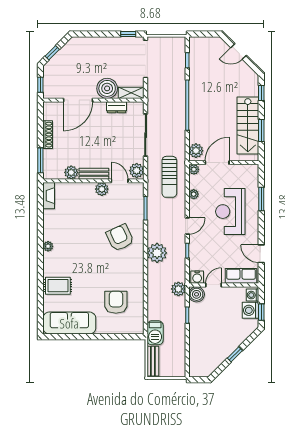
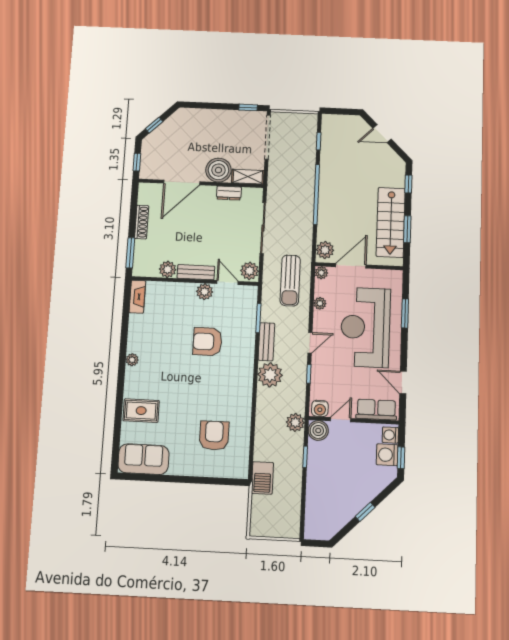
reception desk: (230, 212) -> (365, 327), width x1.36, depth x1.30
armchair: (120, 238) -> (207, 342), moved, turned -65
sofa: (69, 323) -> (143, 459), width x0.73
bench: (153, 361) -> (266, 342), moved

